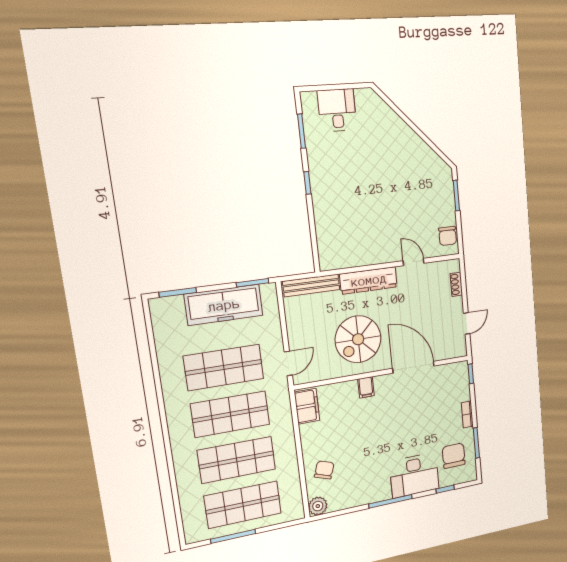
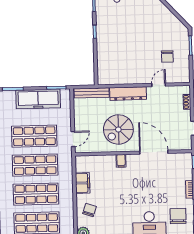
chair: (448, 236) -> (167, 56), moved
door: (414, 262) -> (159, 85), hinge flipped
filing cabinet: (307, 406) -> (83, 183), moved

